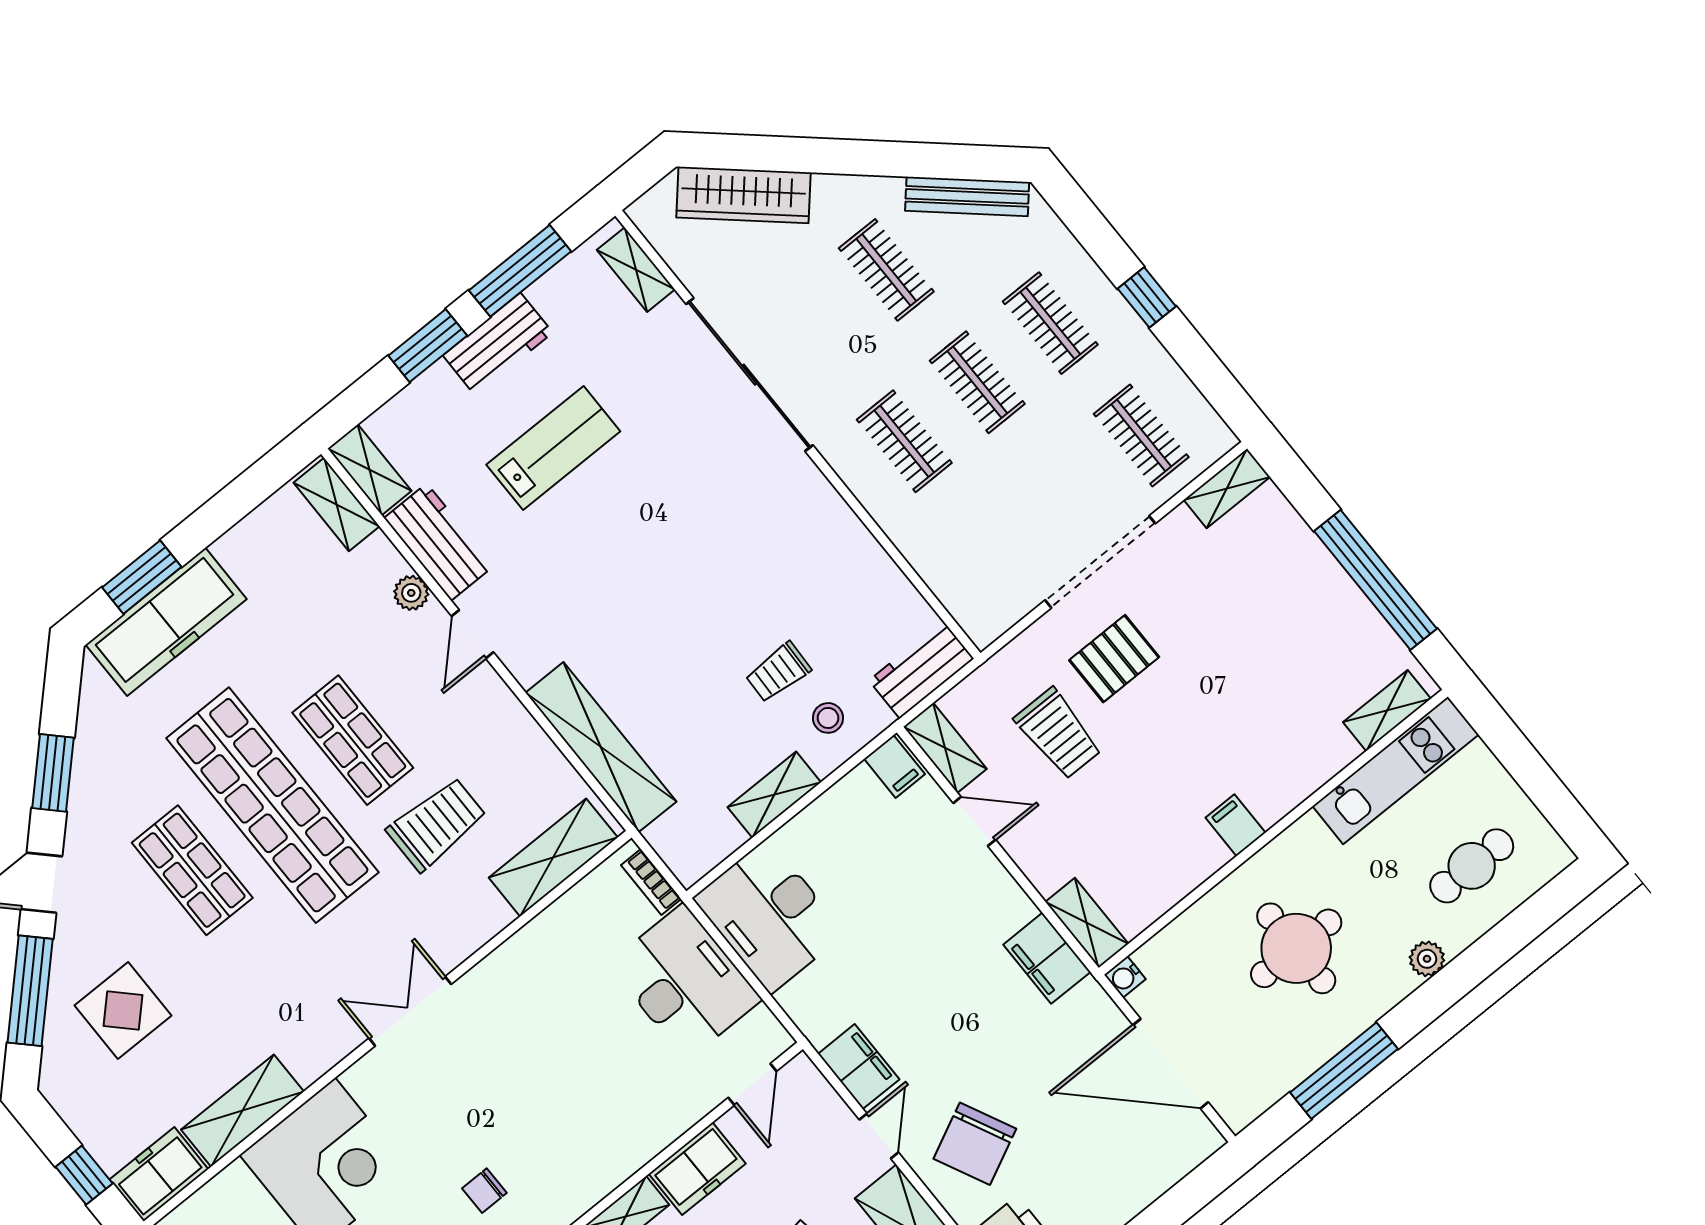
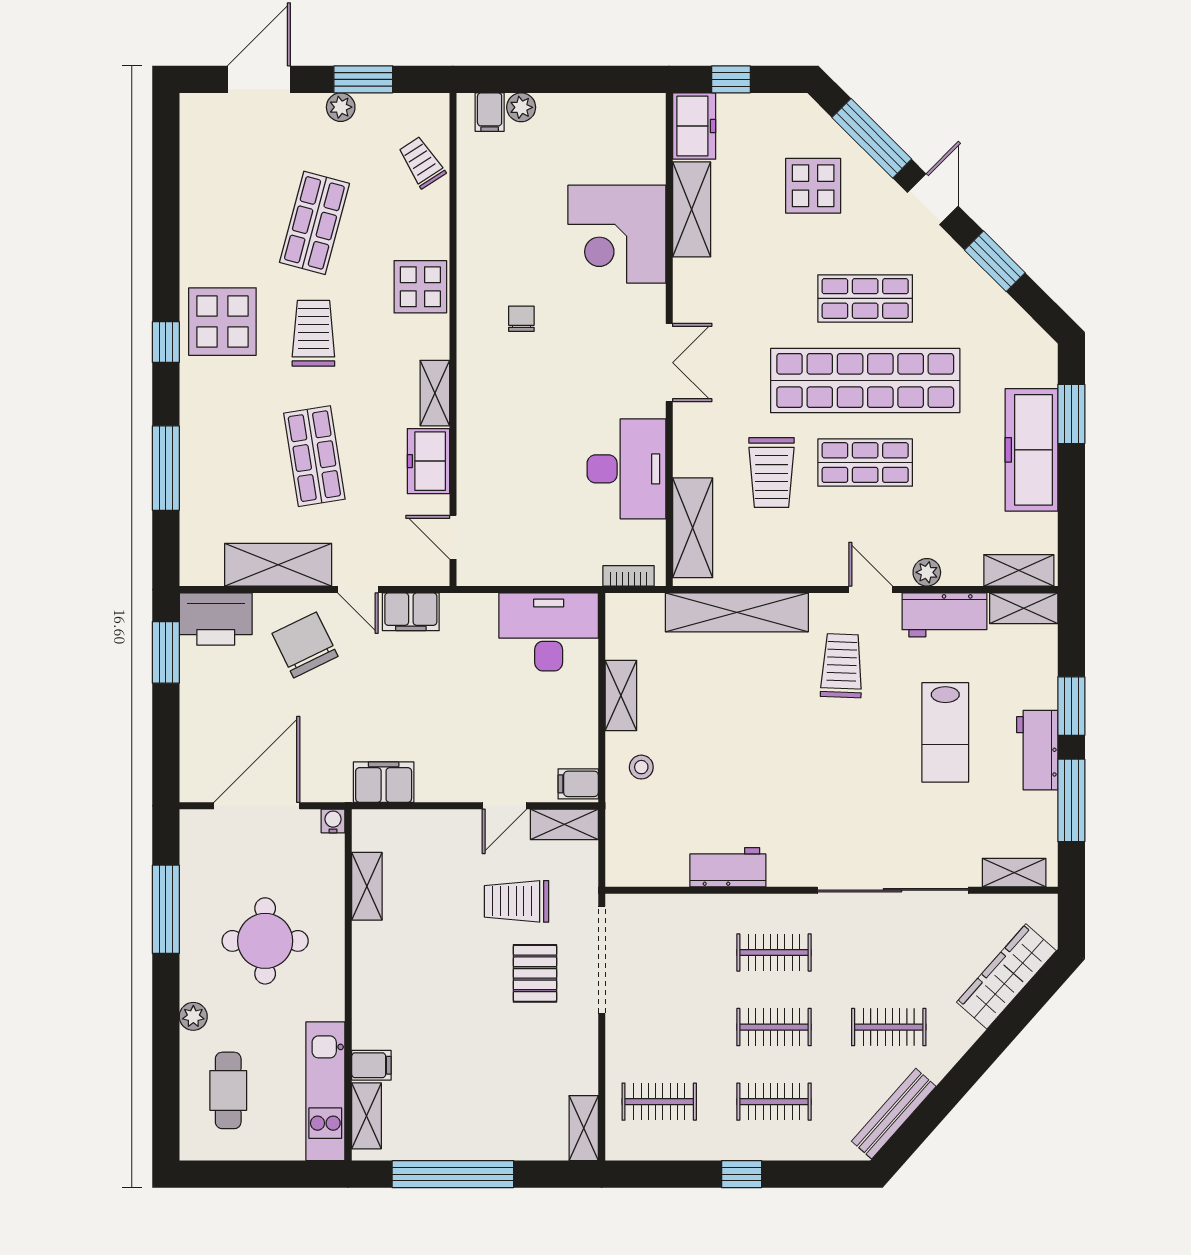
doorway: (1100, 562) -> (602, 960), moved
freezer: (166, 622) -> (1031, 450), moved
workbench: (921, 669) -> (728, 867), moved, turned -90
trolley: (778, 672) -> (842, 666), moved, width x1.36, depth x1.39
filing cabinet: (1236, 825) -> (371, 1065), moved
shelving: (1087, 923) -> (367, 886), moved, turned 90
desk: (685, 982) -> (626, 469), moved, turned -90

